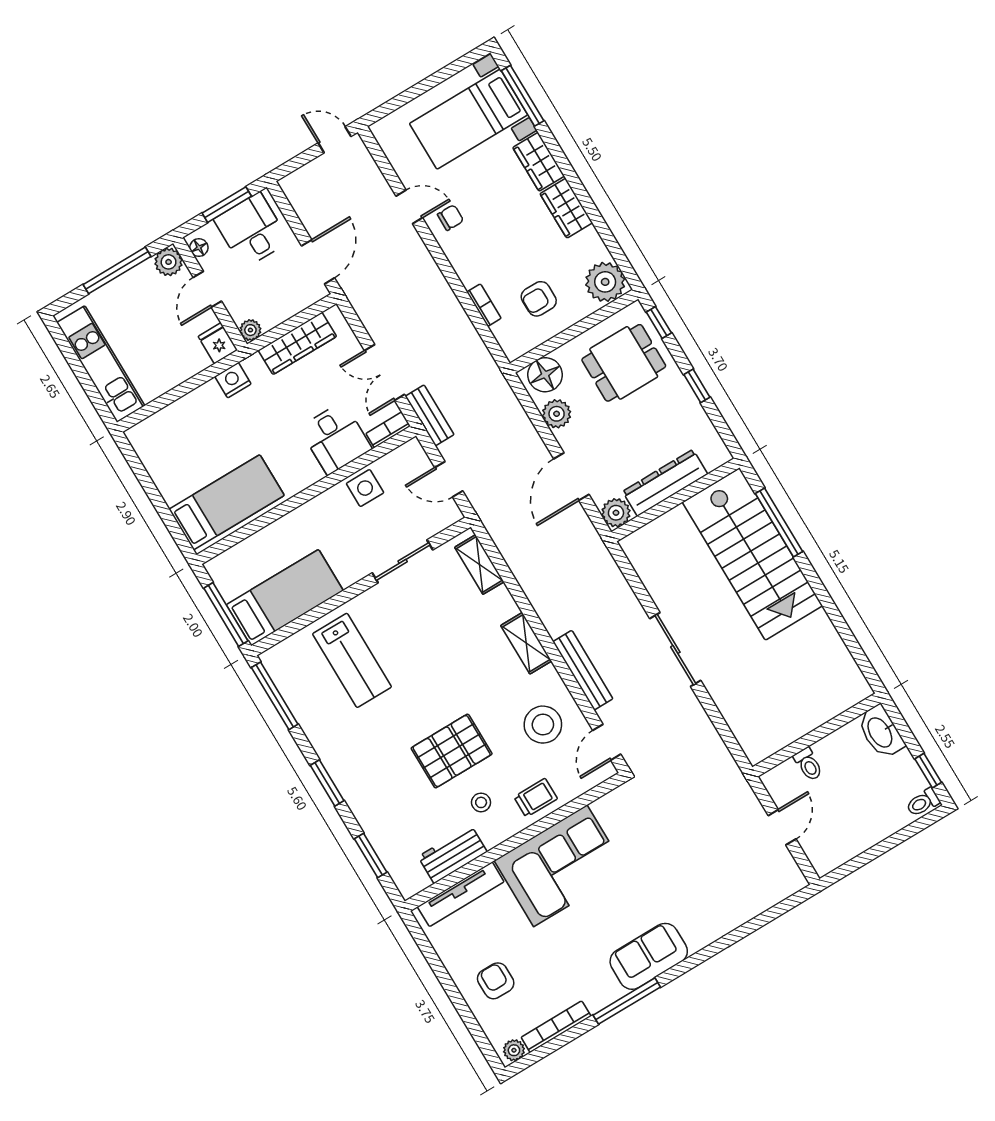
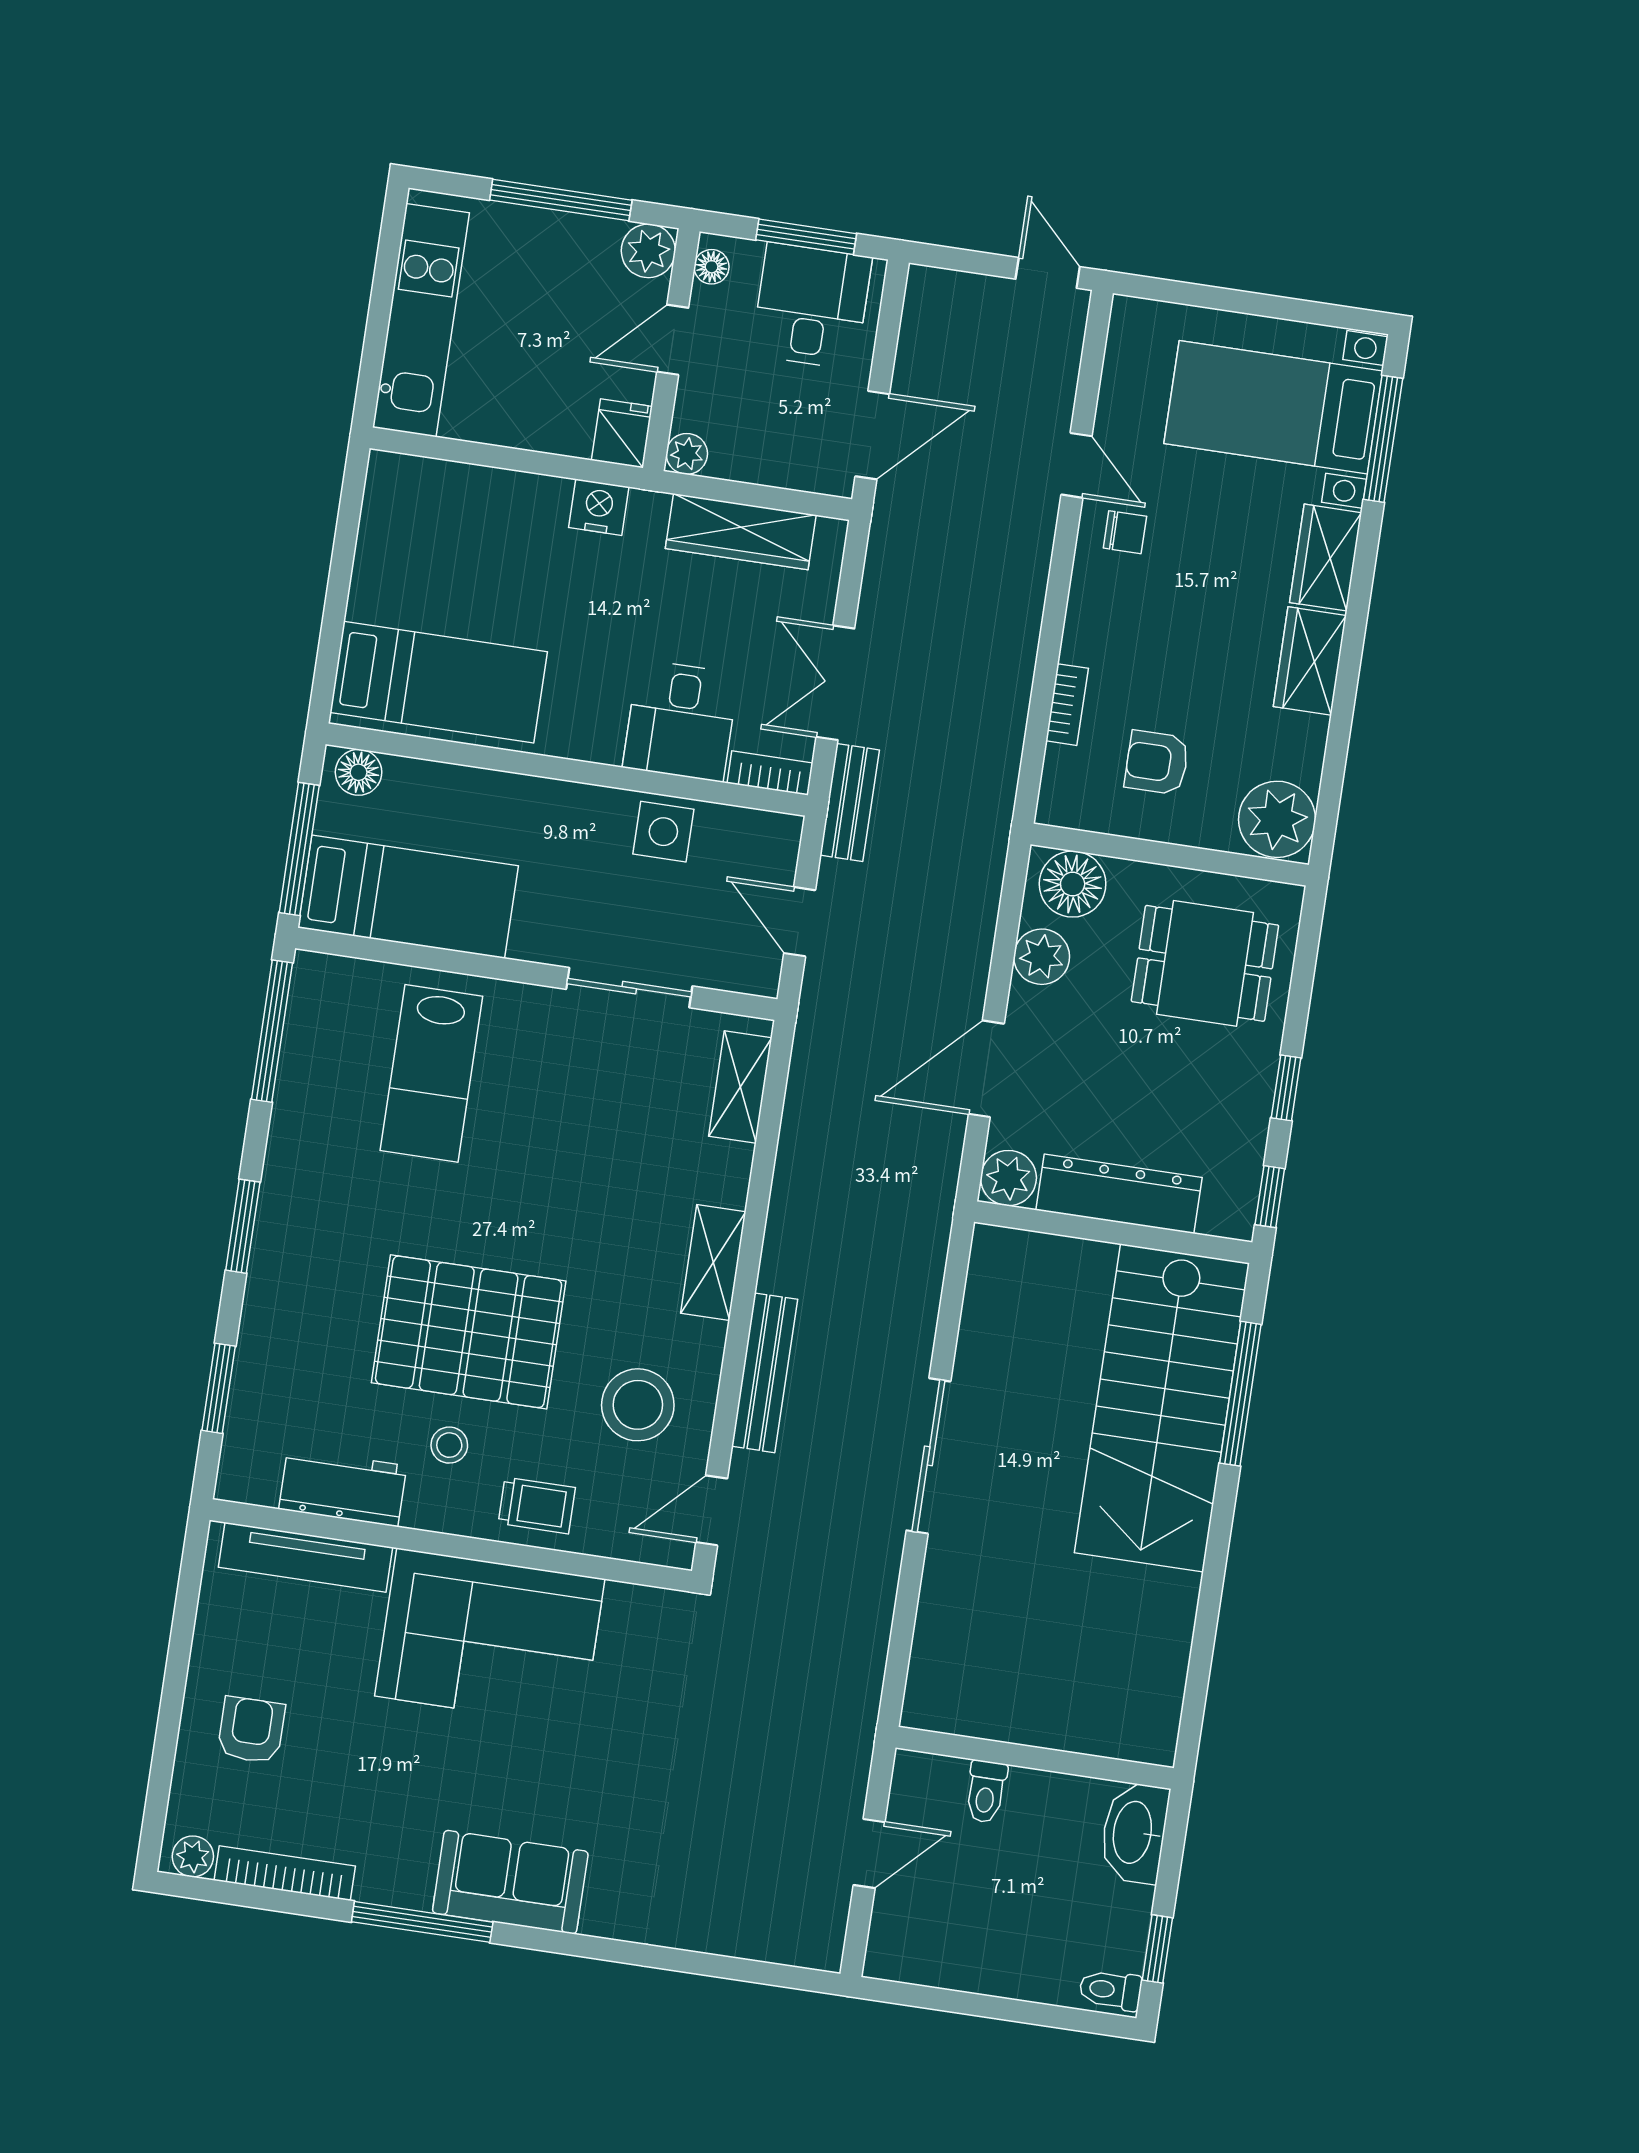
window: (659, 323) -> (1270, 1197), moved
floor lamp: (224, 564) -> (359, 772), added
pallet: (452, 751) -> (469, 1332), width x1.37, depth x1.41

